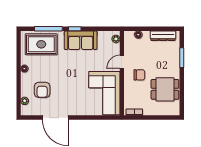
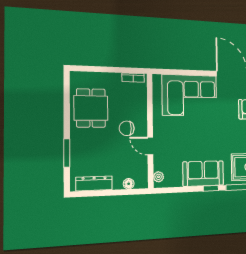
door: (122, 62) -> (150, 146), swing flipped
dining table: (165, 89) -> (91, 108), turned 90
corner sofa: (104, 93) -> (190, 95), moved, turned 90

